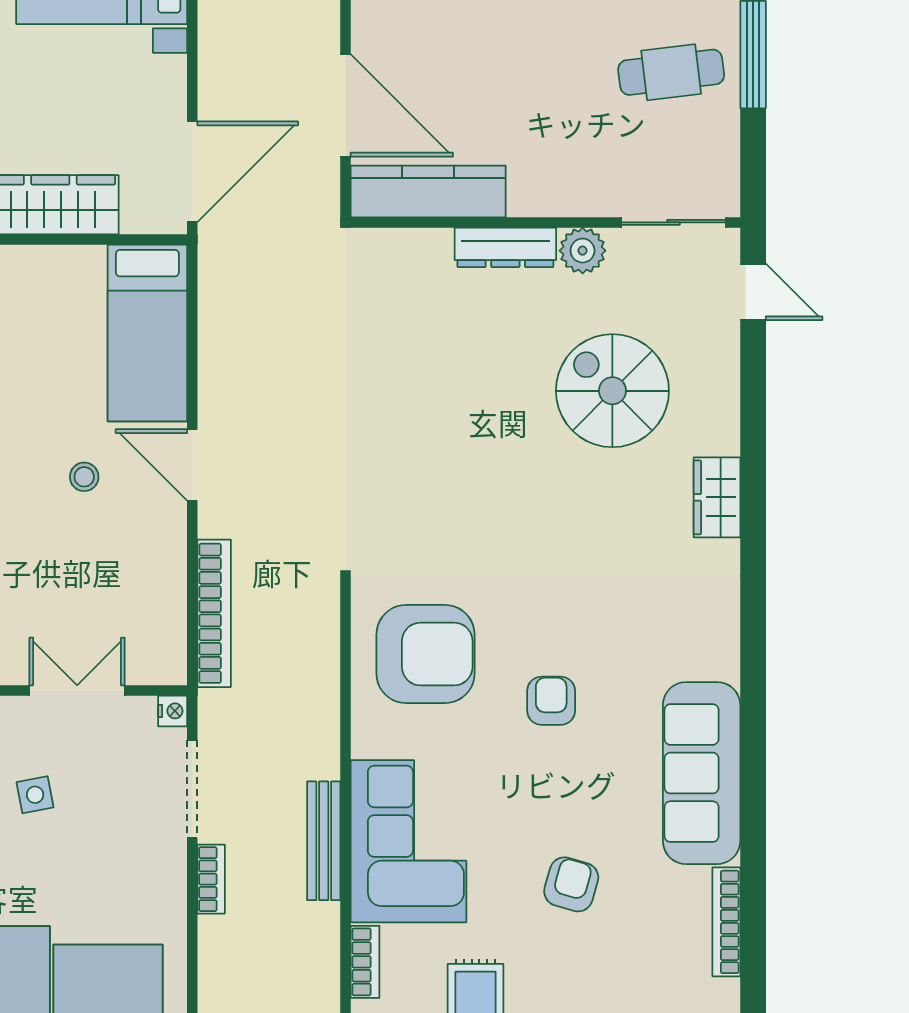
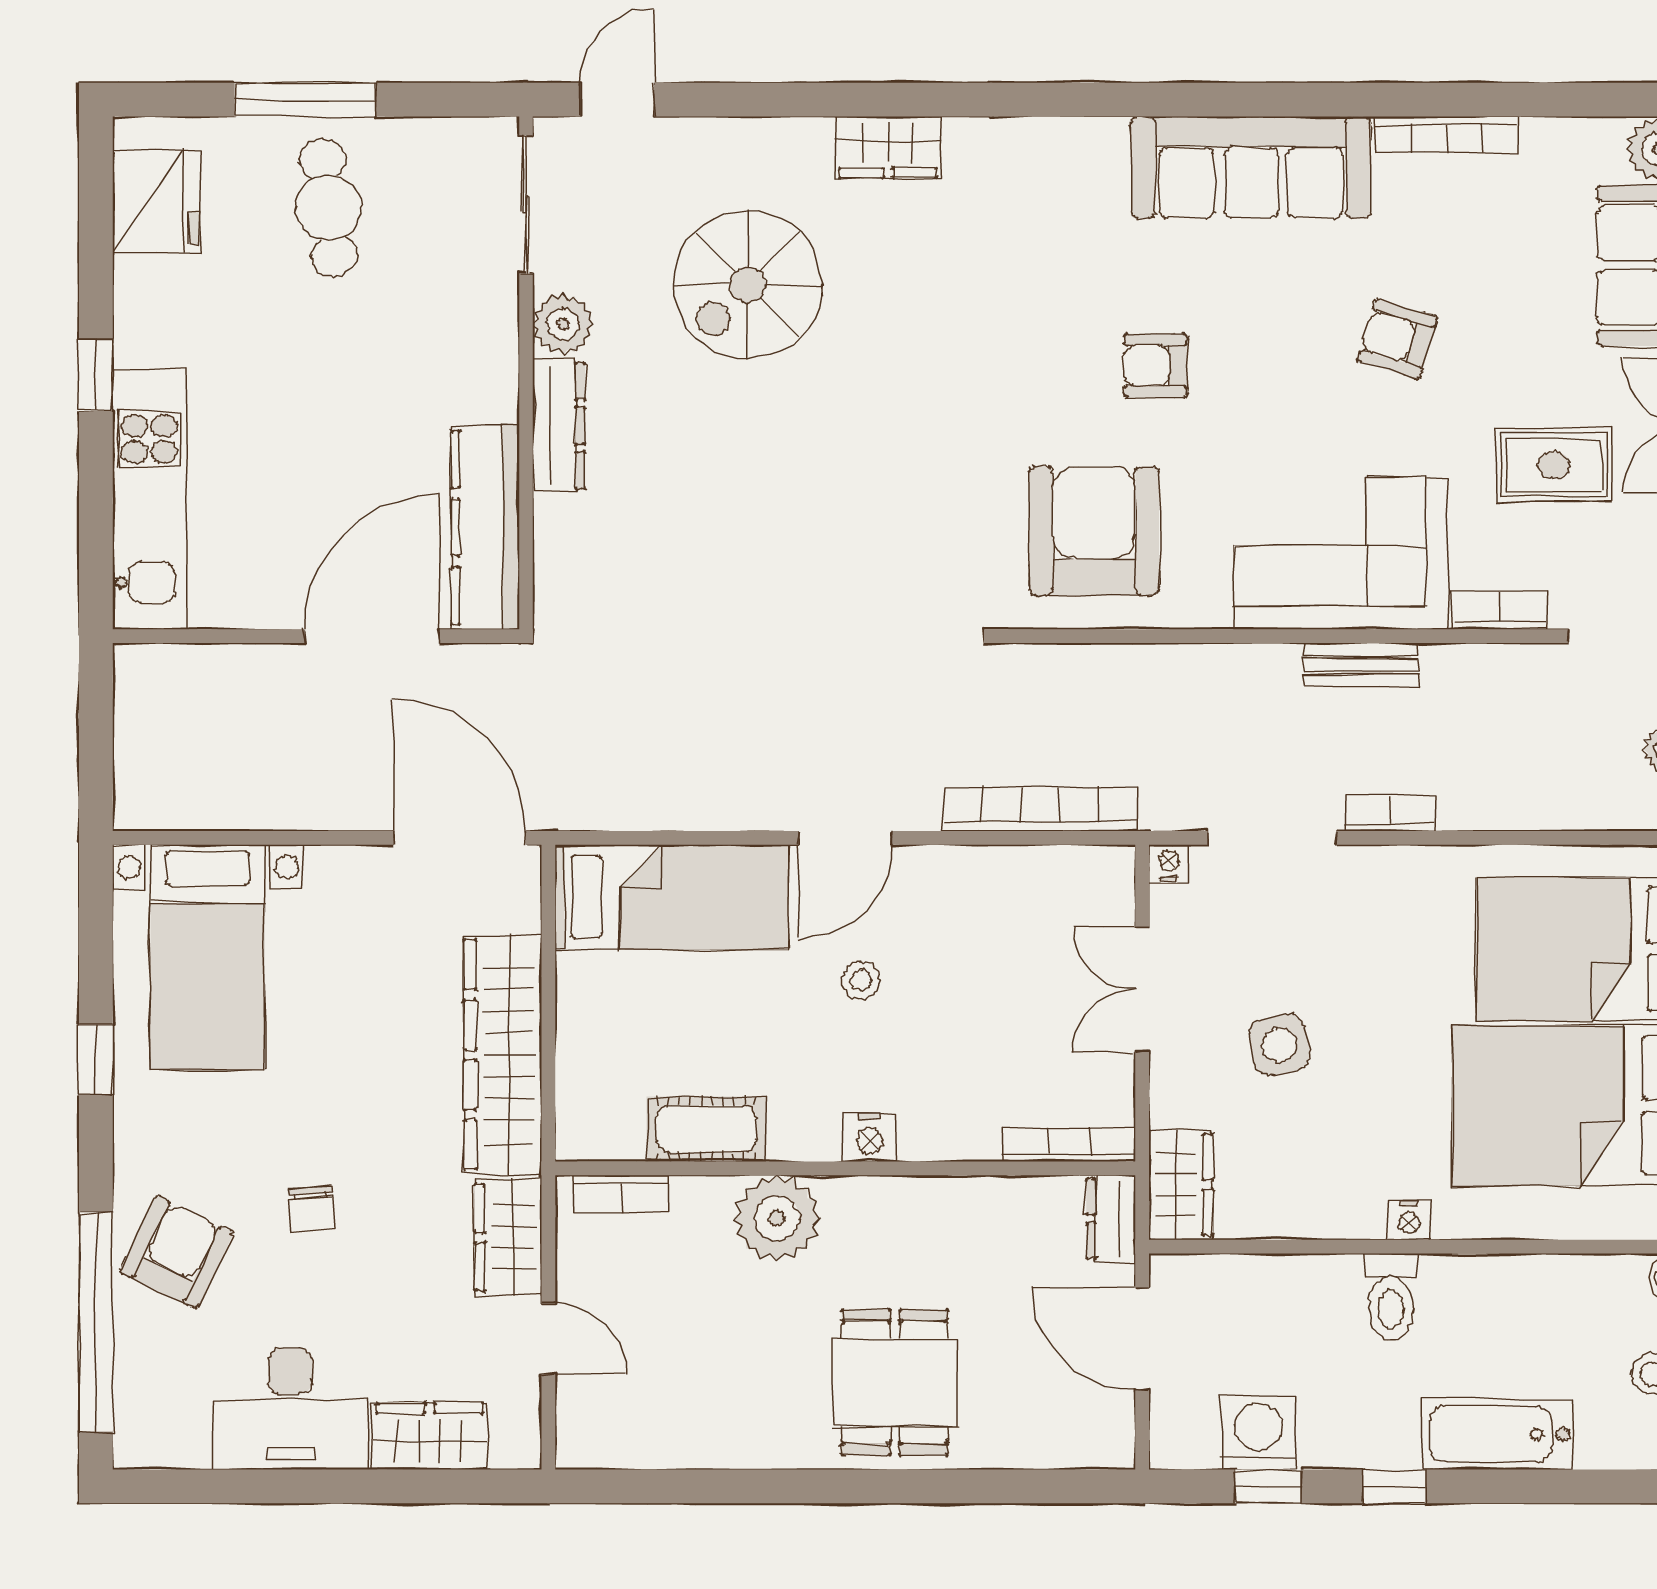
side table: (35, 795) -> (1279, 1045), width x1.37, depth x1.37
bench: (324, 841) -> (1361, 665), width x0.73

